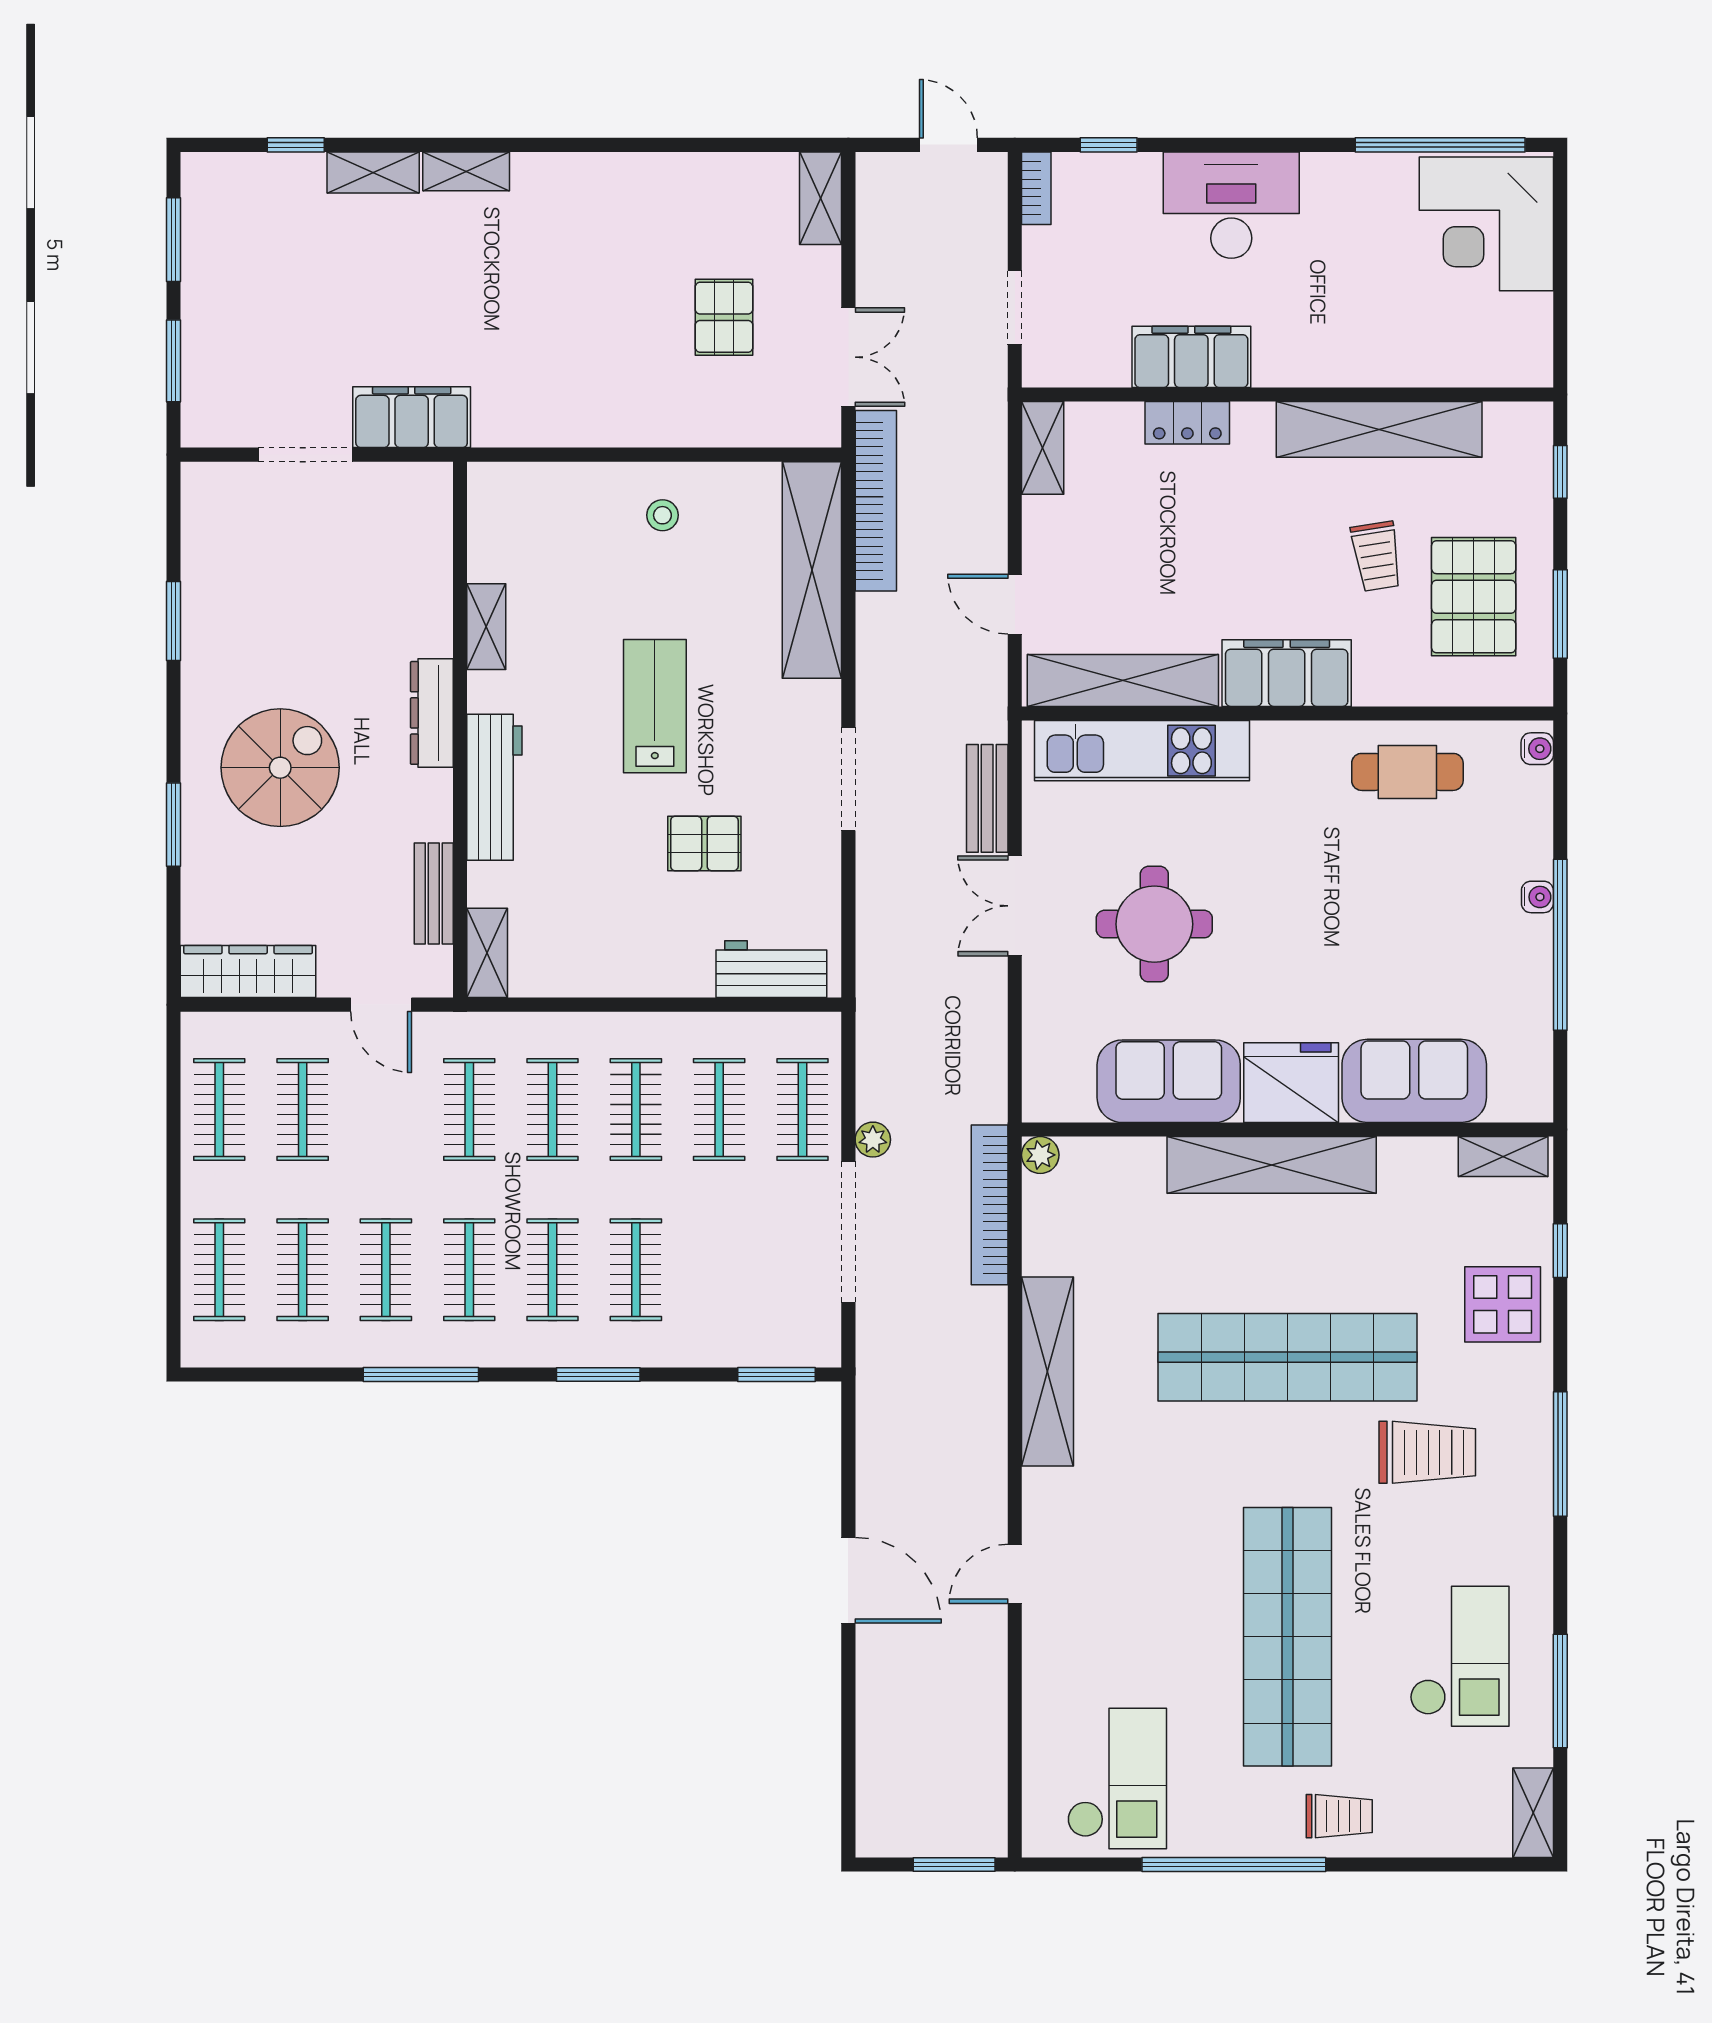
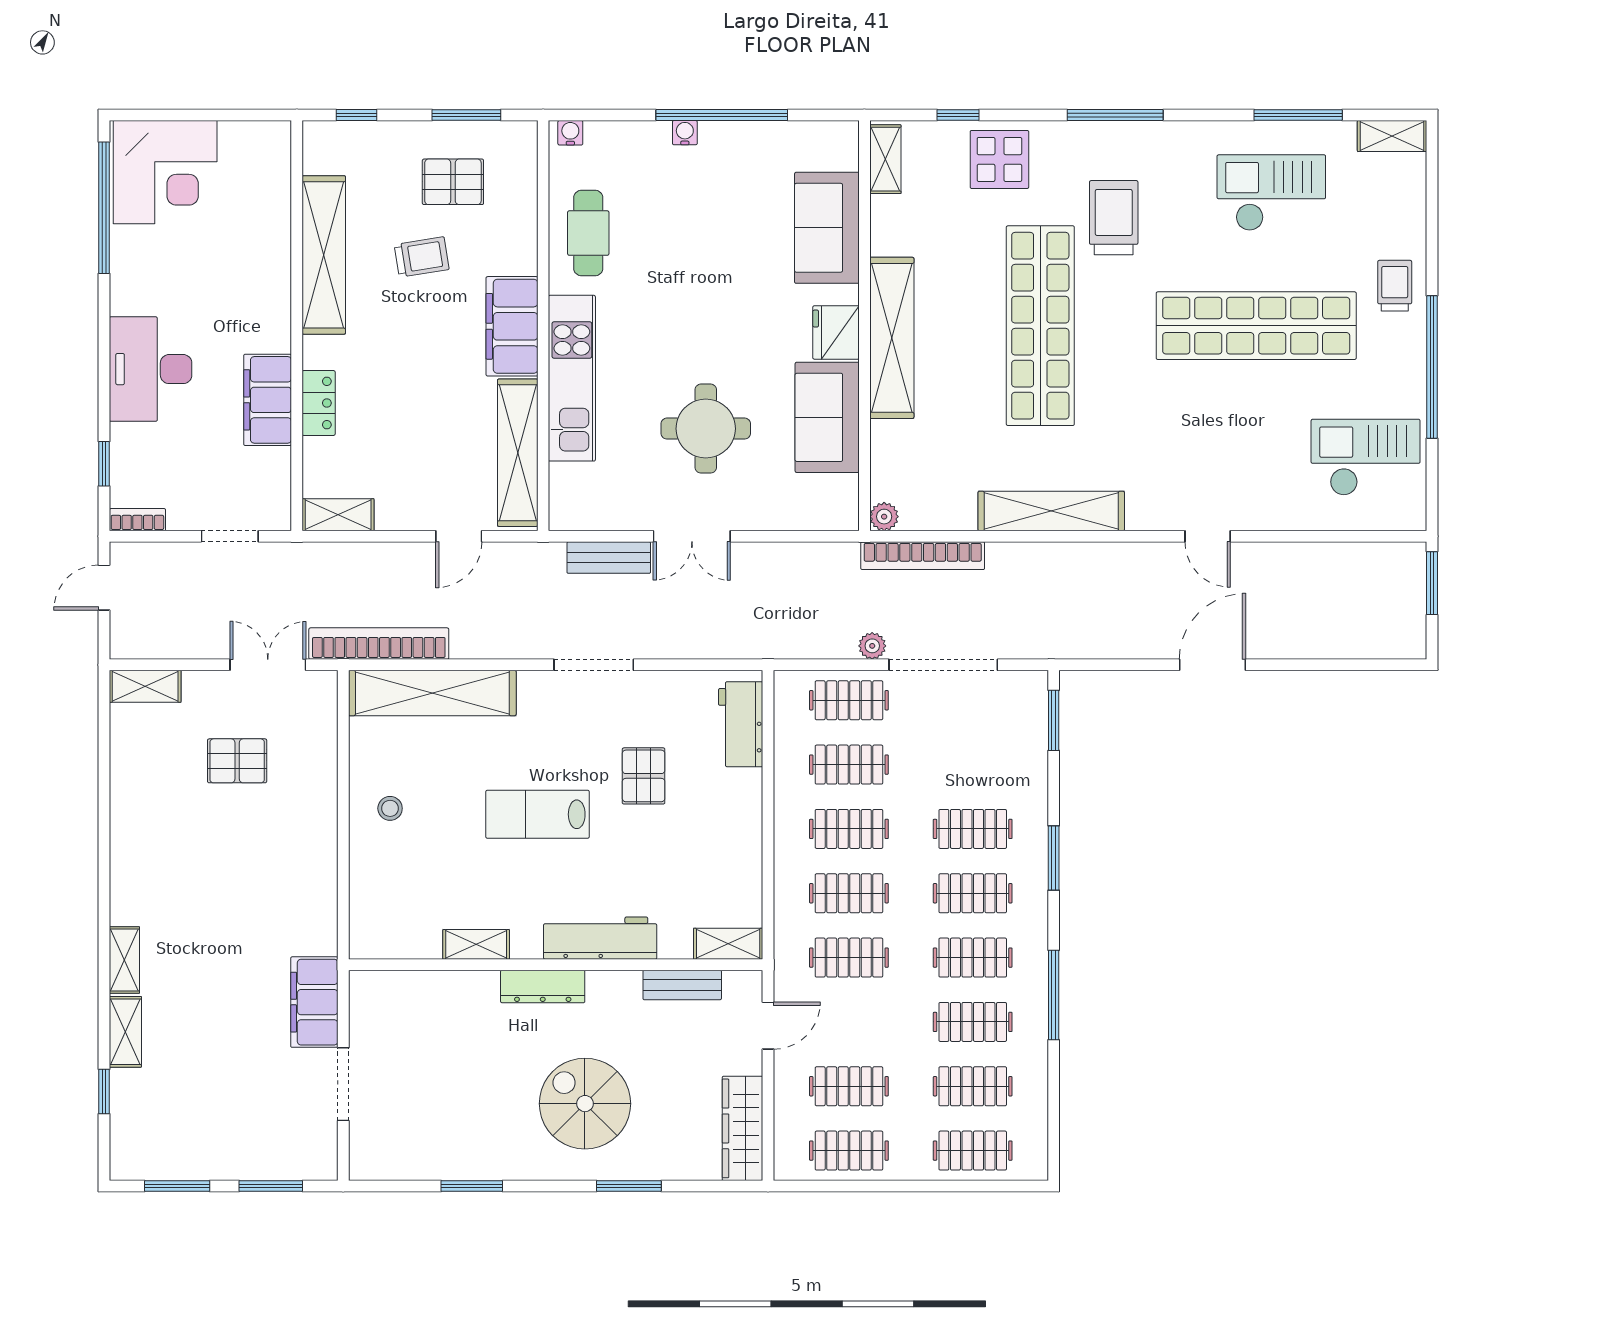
pallet: (1474, 597) -> (453, 182), width x0.67, depth x0.71
kitchen unit: (1142, 751) -> (572, 378), moved
fridge: (1291, 1083) -> (836, 332), width x0.73, depth x0.75

